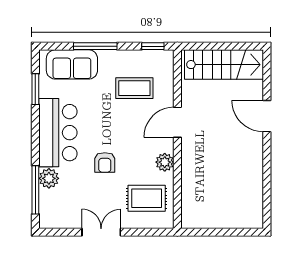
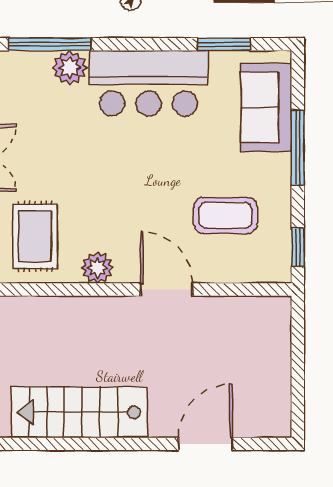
stairs: (224, 65) -> (80, 412), moved, turned 90
coffee table: (134, 88) -> (225, 215), turned 90
door: (267, 116) -> (206, 444), moved
armchair: (105, 162) -> (97, 164), removed

